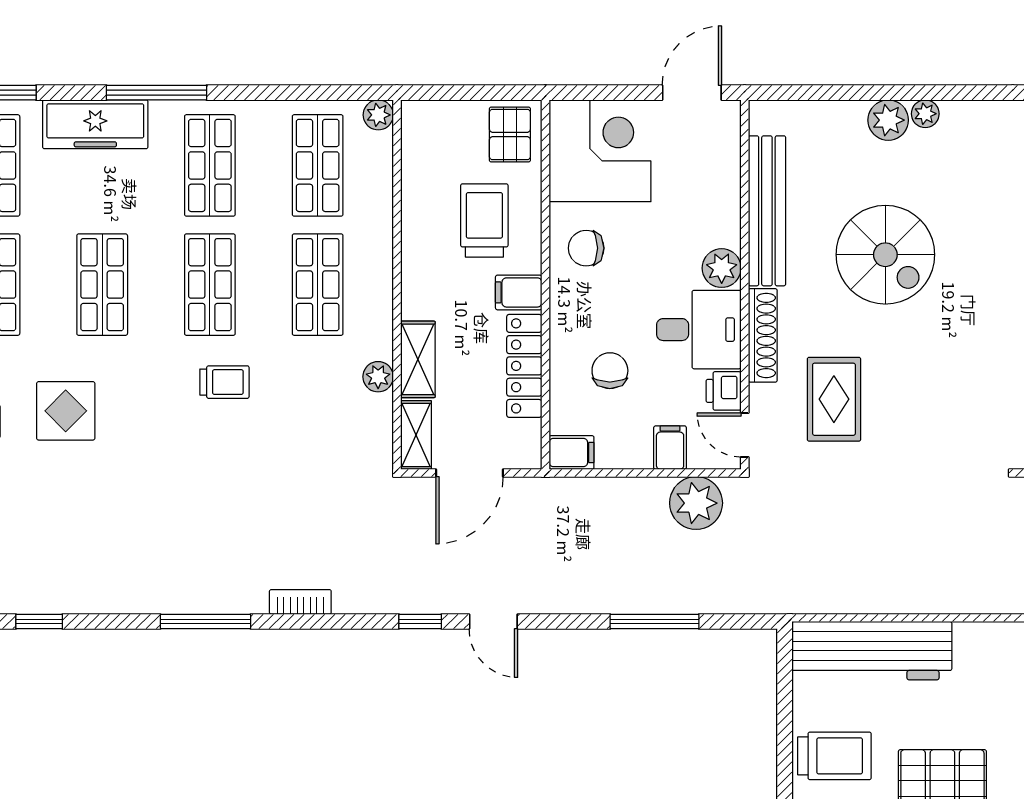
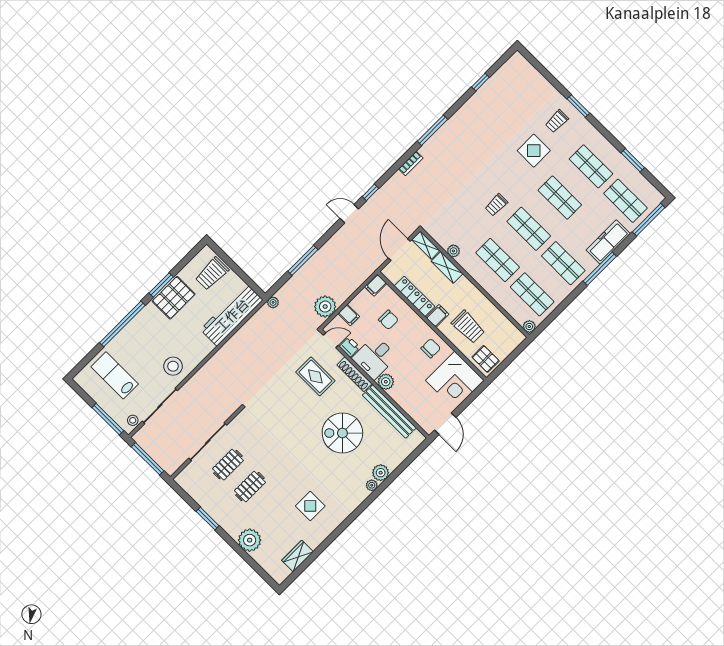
plant: (779, 601) -> (273, 302), added

